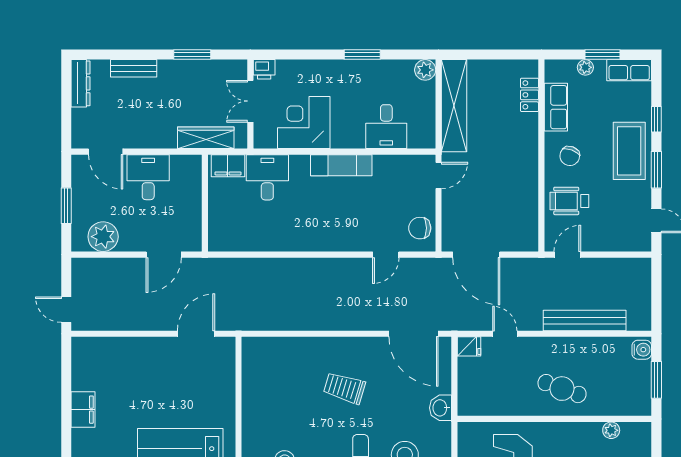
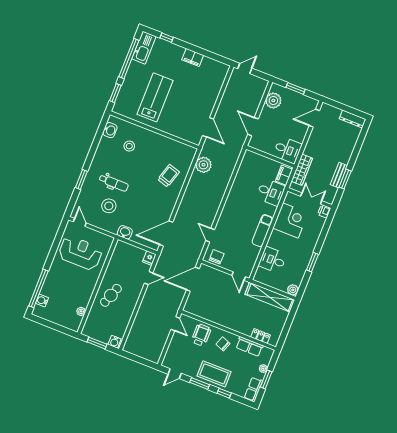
bench: (134, 68) -> (339, 175), moved
desk: (148, 177) -> (287, 150), moved
plant: (266, 316) -> (203, 165), added
bench: (585, 321) -> (140, 319), removed
trolley: (344, 388) -> (169, 176), moved

